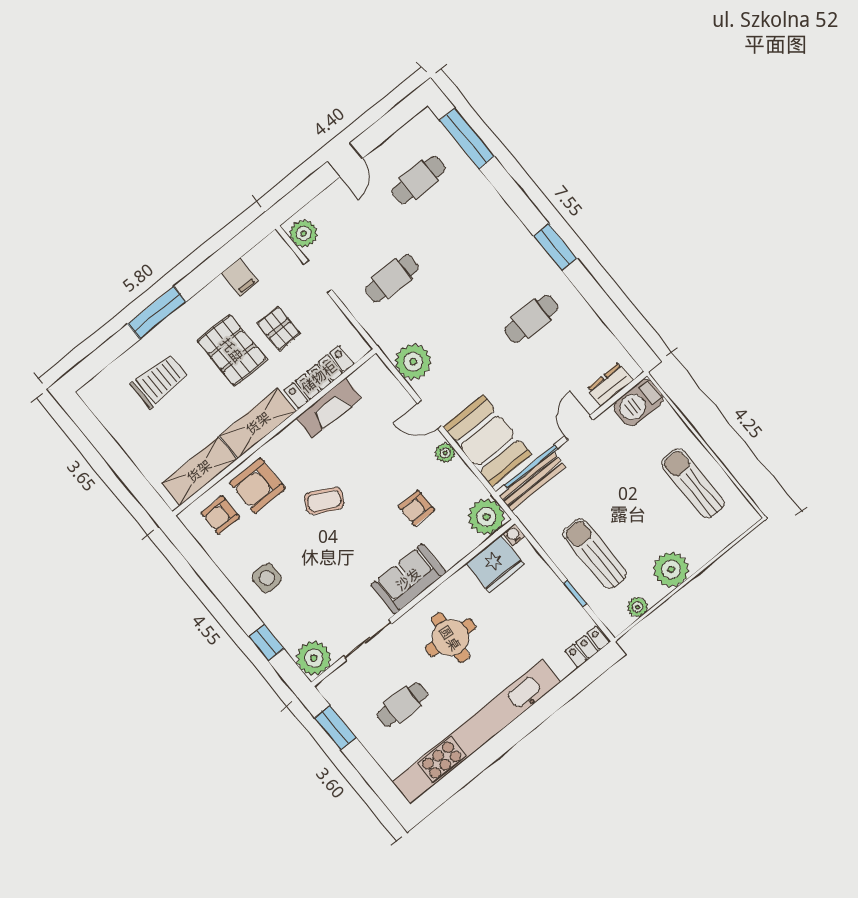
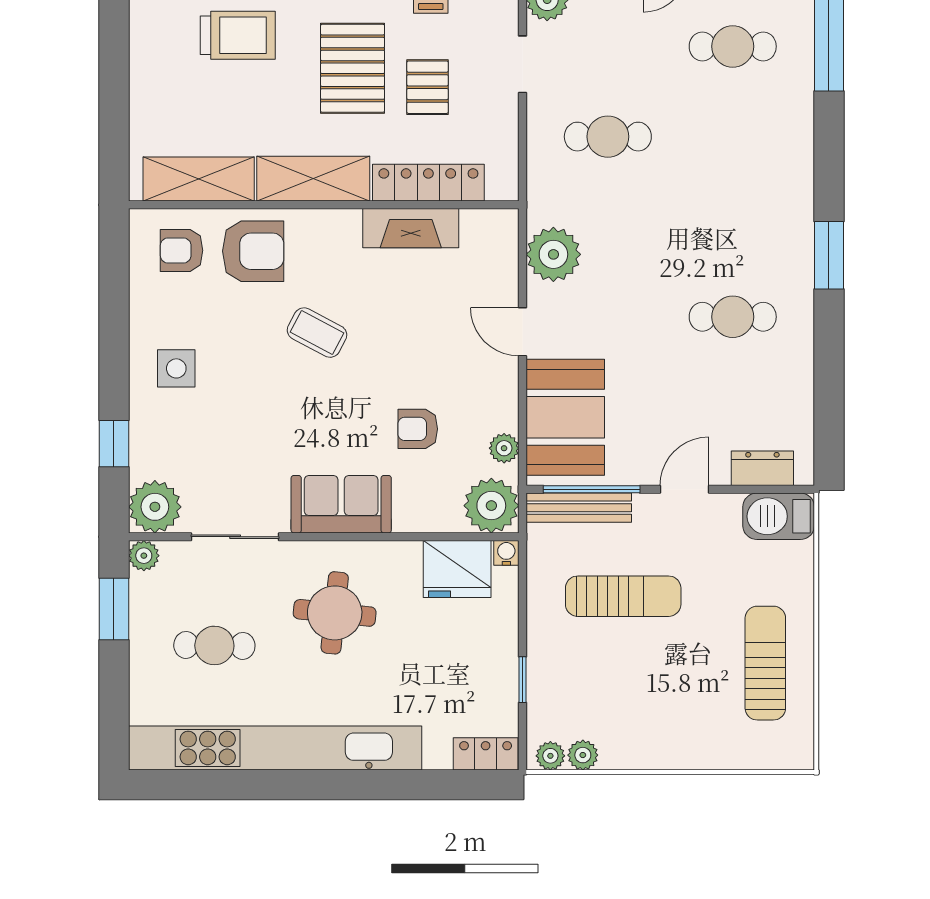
plant: (445, 453) -> (504, 448), moved
armchair: (257, 486) -> (253, 251), turned 180
sun lounger: (595, 554) -> (623, 596), moved, turned 90
plant: (671, 570) -> (550, 756), moved, width x0.53, depth x0.53
plant: (328, 688) -> (144, 556), added

